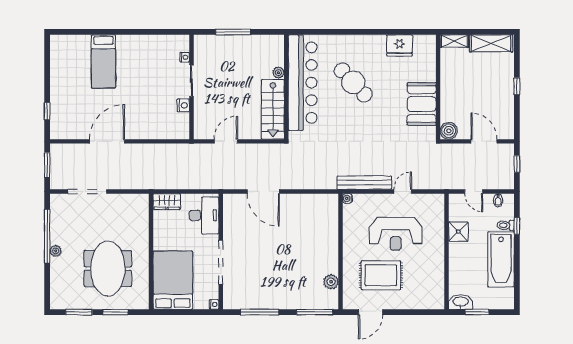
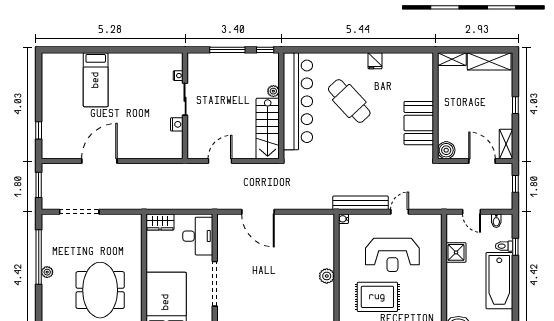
window: (270, 32) -> (265, 50), added
fridge: (400, 46) -> (375, 61), moved, width x0.53, depth x0.75
shelving: (508, 125) -> (506, 144), added
plant: (331, 282) -> (327, 276), moved

